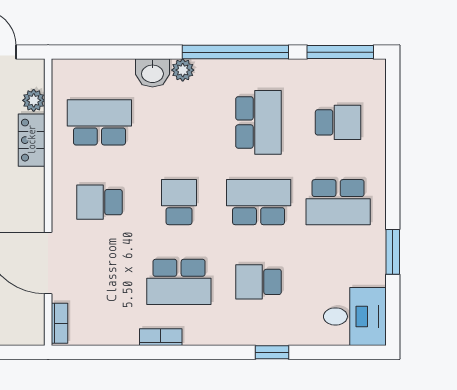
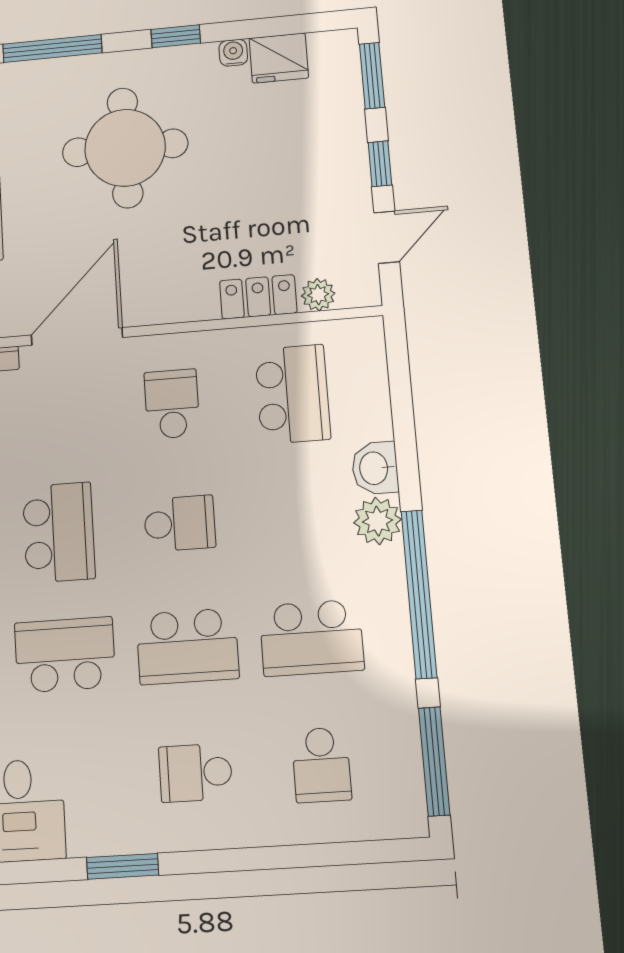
plant: (183, 70) -> (378, 521), width x1.38, depth x1.38
school desk: (259, 202) -> (187, 646), turned 90
school desk: (338, 202) -> (196, 773), width x0.54
school desk: (179, 282) -> (59, 532), turned 180
school desk: (259, 282) -> (65, 655), width x1.85

